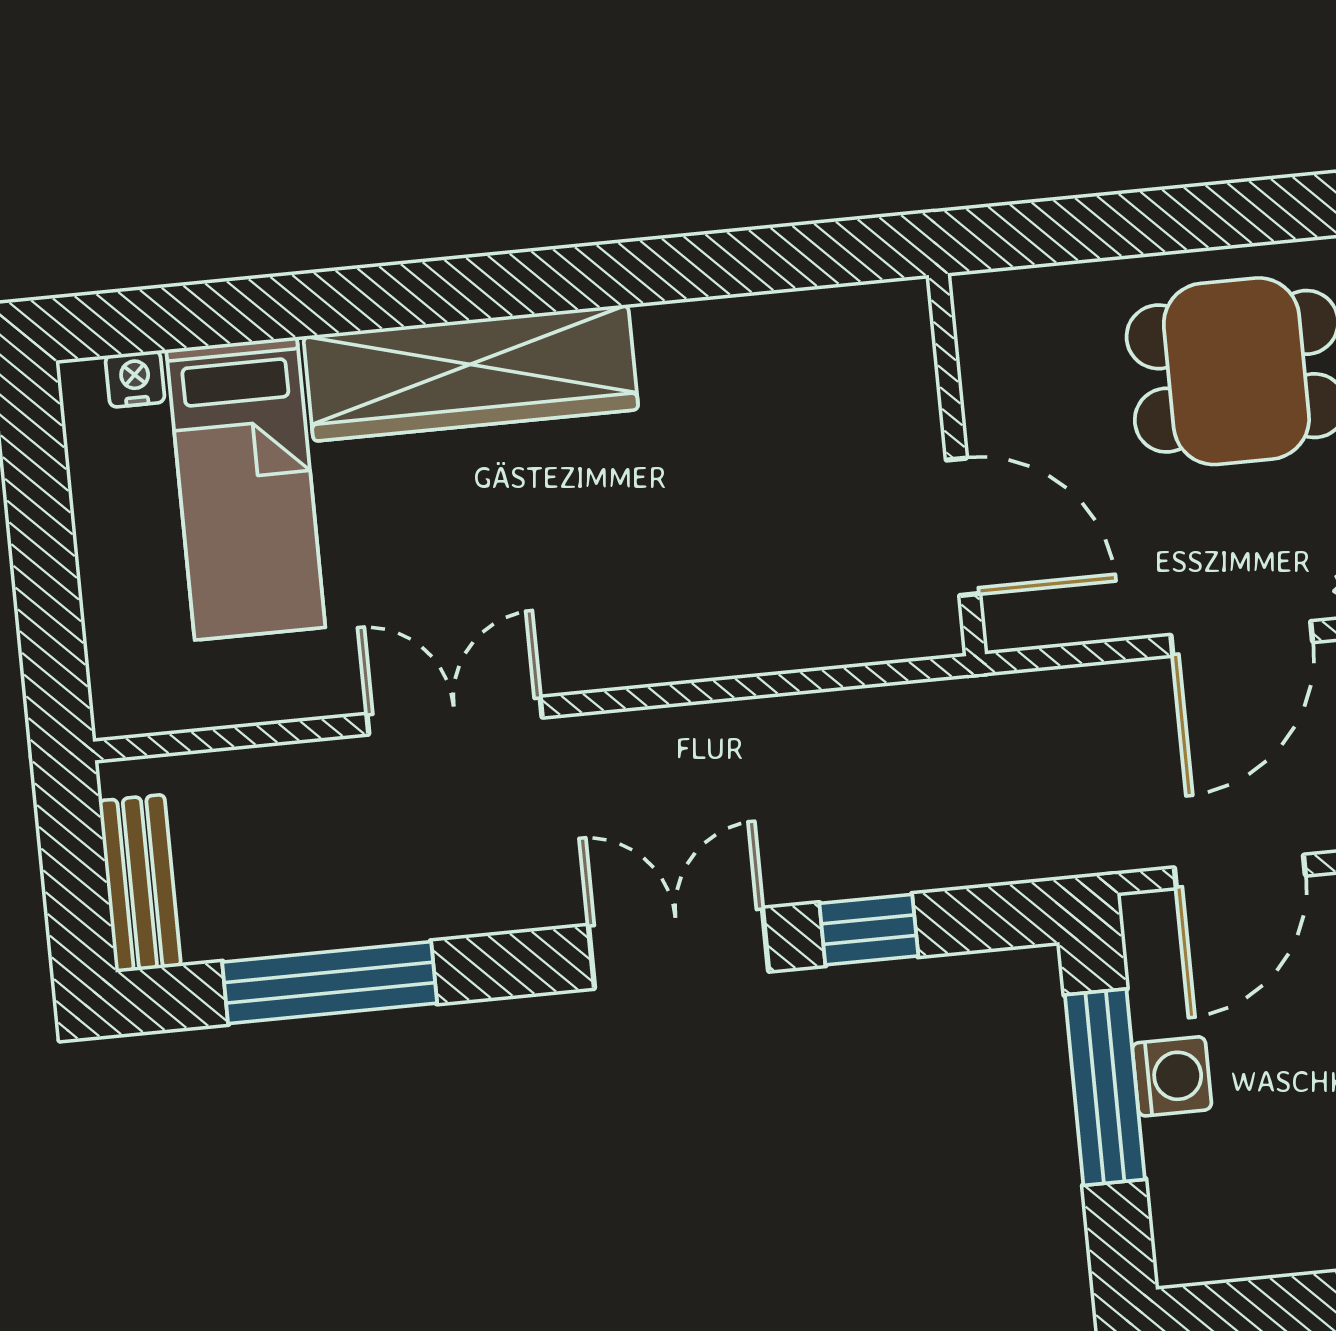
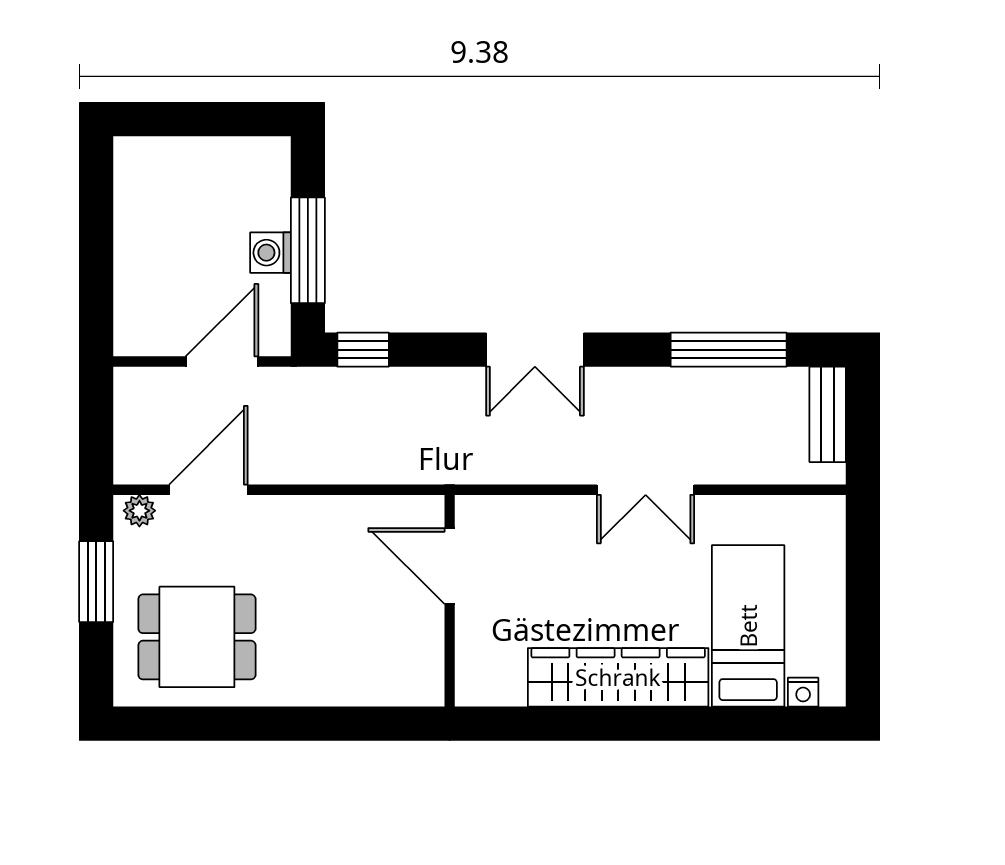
wall: (957, 465) -> (450, 601), moved
door: (963, 527) -> (450, 566), moved
window: (869, 930) -> (363, 350), moved

